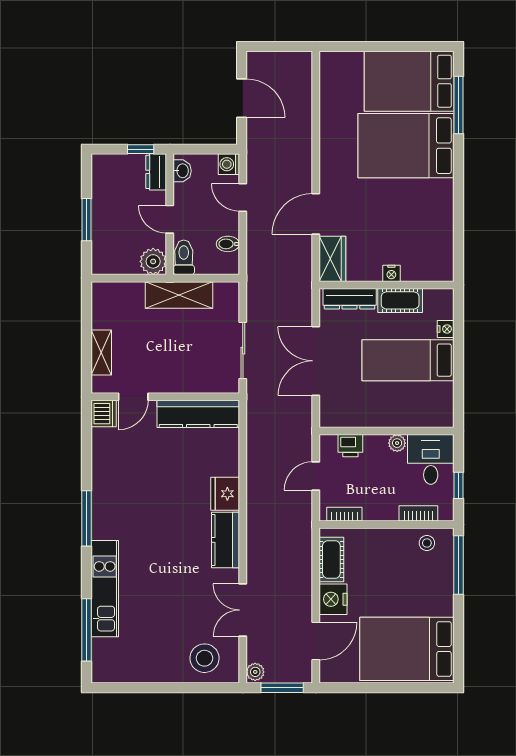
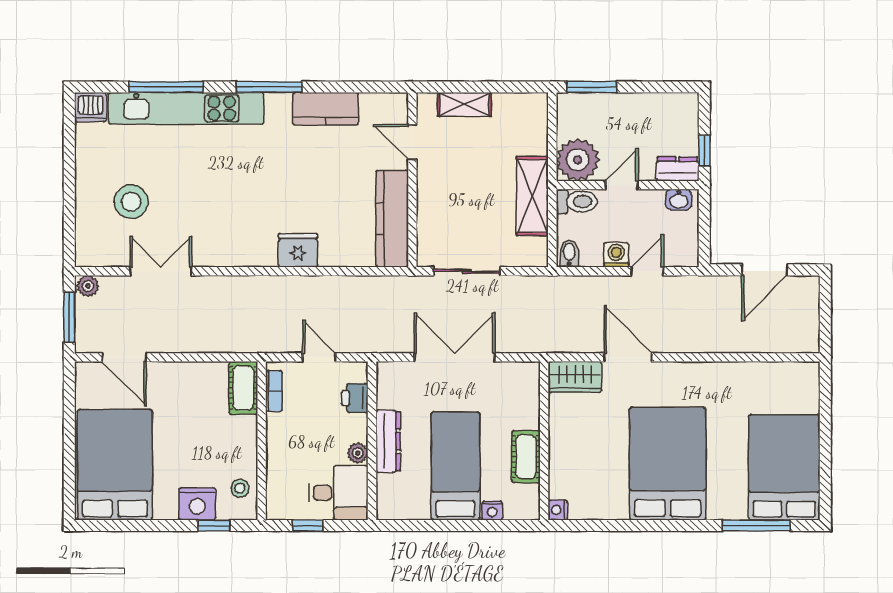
bed: (406, 146) -> (668, 464), moved
washing machine: (229, 164) -> (616, 255), moved
window: (86, 220) -> (592, 87), moved
bidet: (228, 244) -> (569, 254), moved
plant: (153, 261) -> (578, 160), width x1.36, depth x1.36
nightstand: (391, 273) -> (558, 510), moved
dresser: (350, 299) -> (388, 441), moved, turned 180
dishwasher: (104, 414) -> (90, 107), moved
bookcase: (418, 513) -> (275, 478), removed
kitchen counter: (225, 540) -> (326, 109), moved, turned 180
cot: (331, 559) -> (243, 388), moved, turned 90
window: (458, 565) -> (214, 525), width x0.46
kitchen unit: (105, 589) -> (186, 108), width x1.36
nightstand: (333, 599) -> (197, 504), moved, turned 180
window: (86, 630) -> (166, 87), moved
stool: (204, 658) -> (131, 202), moved

